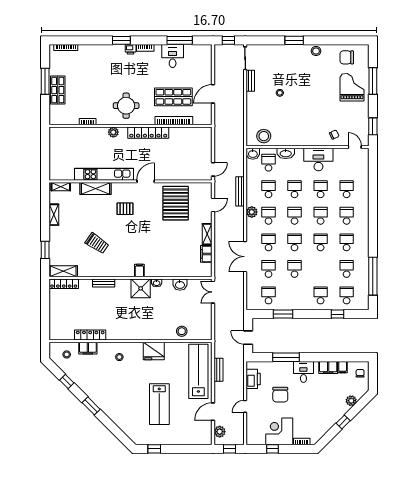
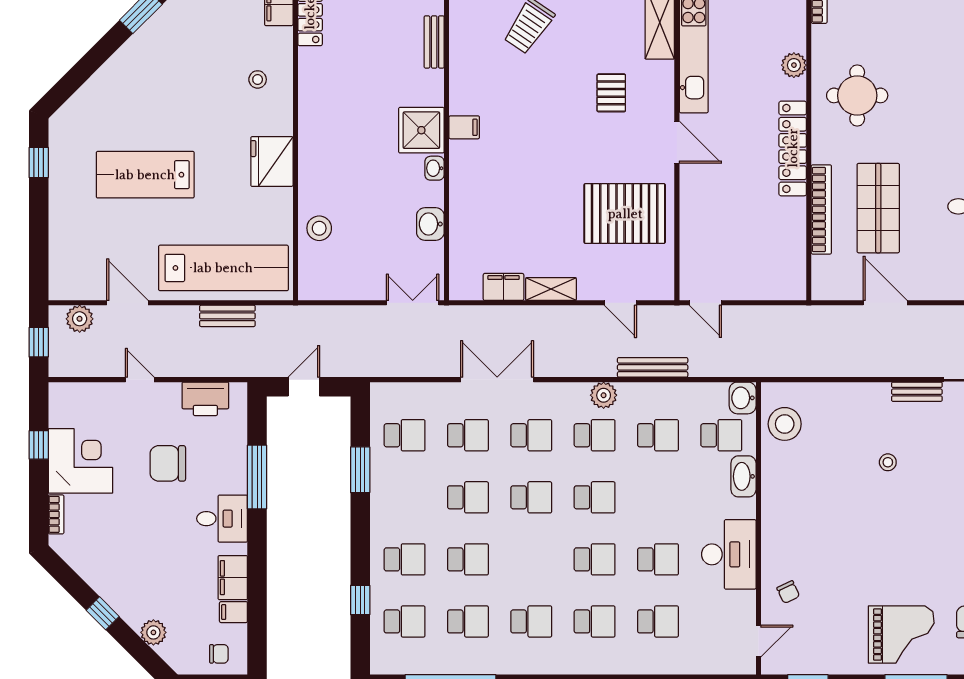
school desk: (295, 189) -> (658, 497), removed
school desk: (321, 242) -> (468, 559), moved

